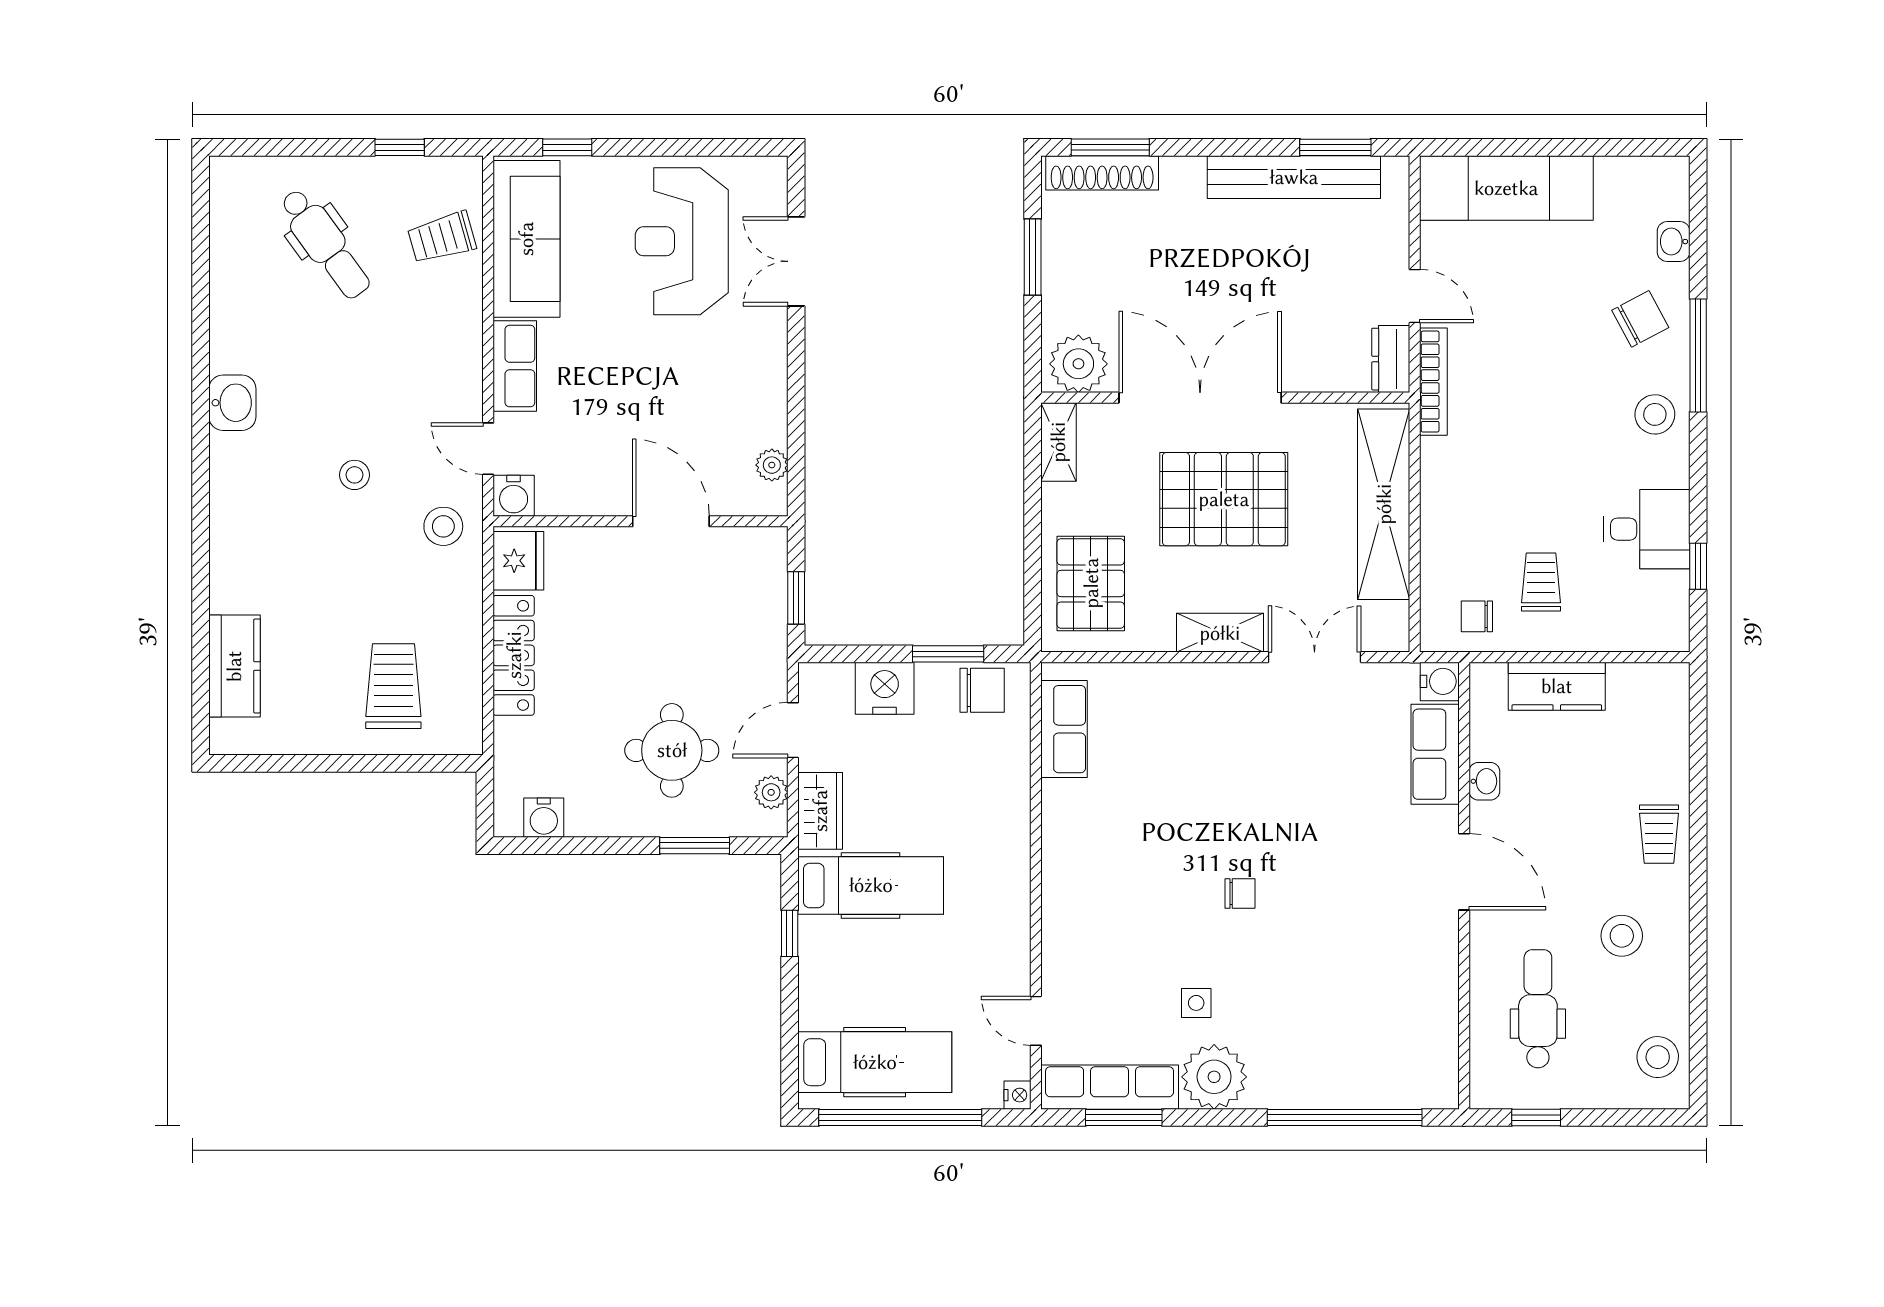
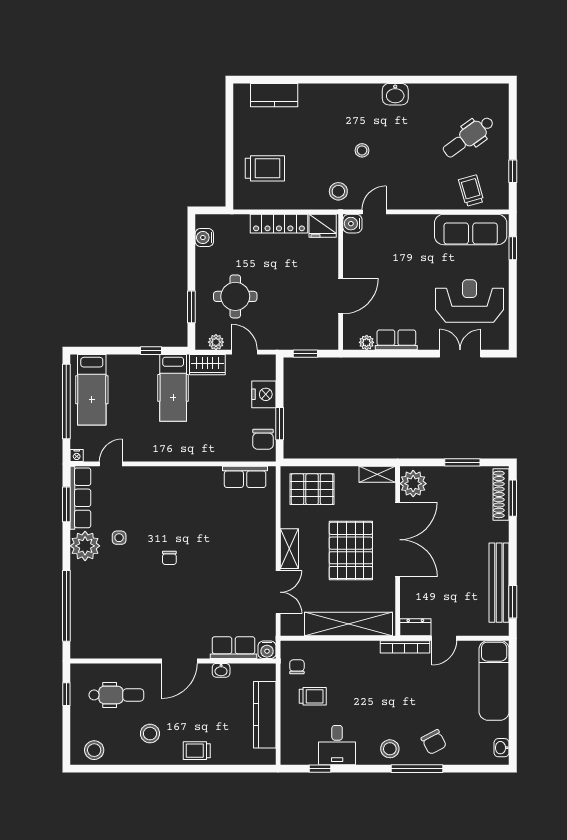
washbasin: (1674, 242) -> (502, 748), moved, turned -90
row of seats: (515, 366) -> (396, 340), moved, turned 180
kitchen counter: (1557, 686) -> (265, 715), width x1.50

